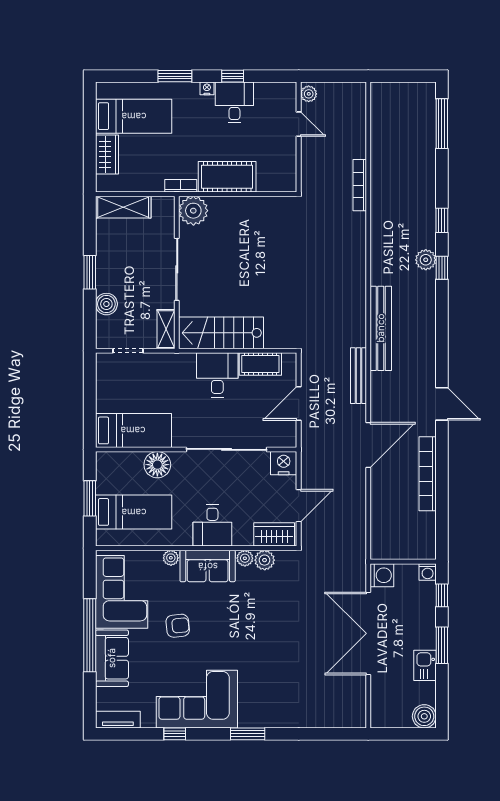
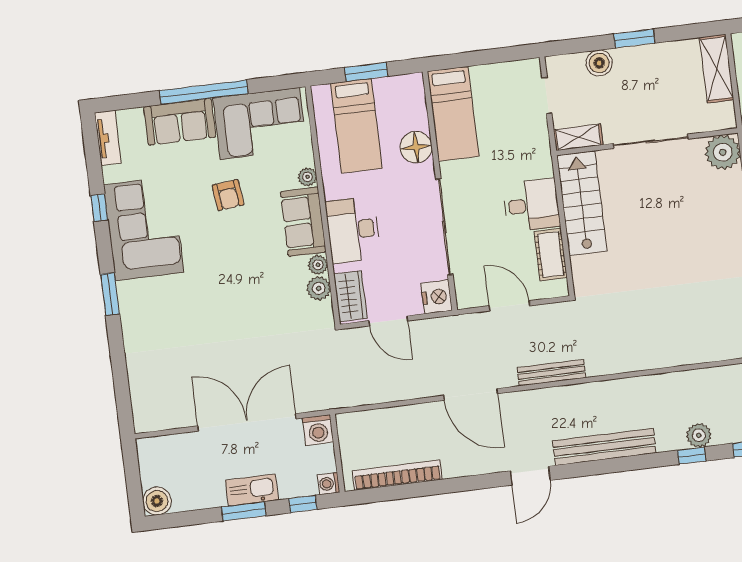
bench: (381, 328) -> (604, 447), moved
bookcase: (428, 474) -> (397, 475), moved
desk: (212, 526) -> (353, 230), width x1.37
kitchen sink: (425, 665) -> (252, 490), moved, width x1.38

